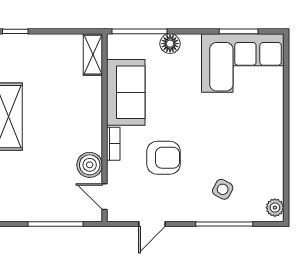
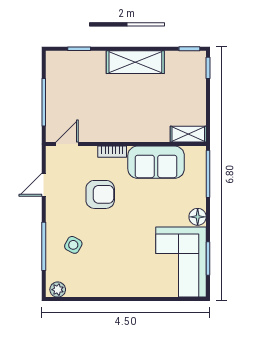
floor lamp: (170, 44) -> (198, 217), moved
armchair: (163, 158) -> (100, 194), turned -90
boiler: (90, 165) -> (94, 131), removed
door: (152, 224) -> (44, 185), hinge flipped

